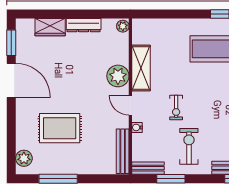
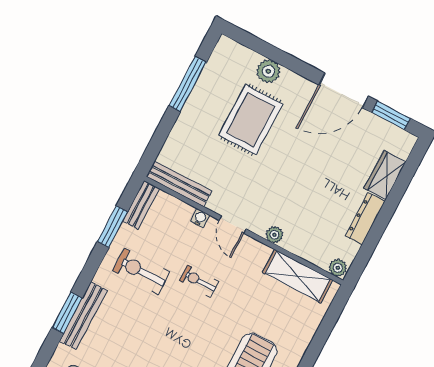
shelving: (141, 68) -> (298, 276), moved
plant: (118, 76) -> (274, 235), width x0.53, depth x0.53
door: (130, 105) -> (232, 225), swing flipped
exercise bike: (189, 146) -> (141, 271), turned 180
plant: (24, 158) -> (268, 71), moved

